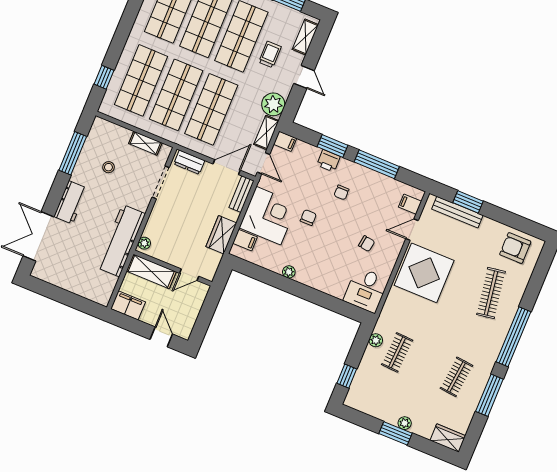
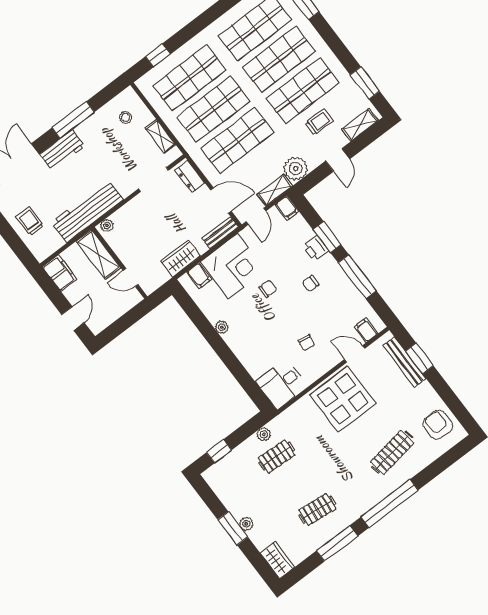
window: (73, 153) -> (73, 120), moved
stool: (108, 167) -> (126, 117), moved
trolley: (78, 277) -> (30, 221), added

